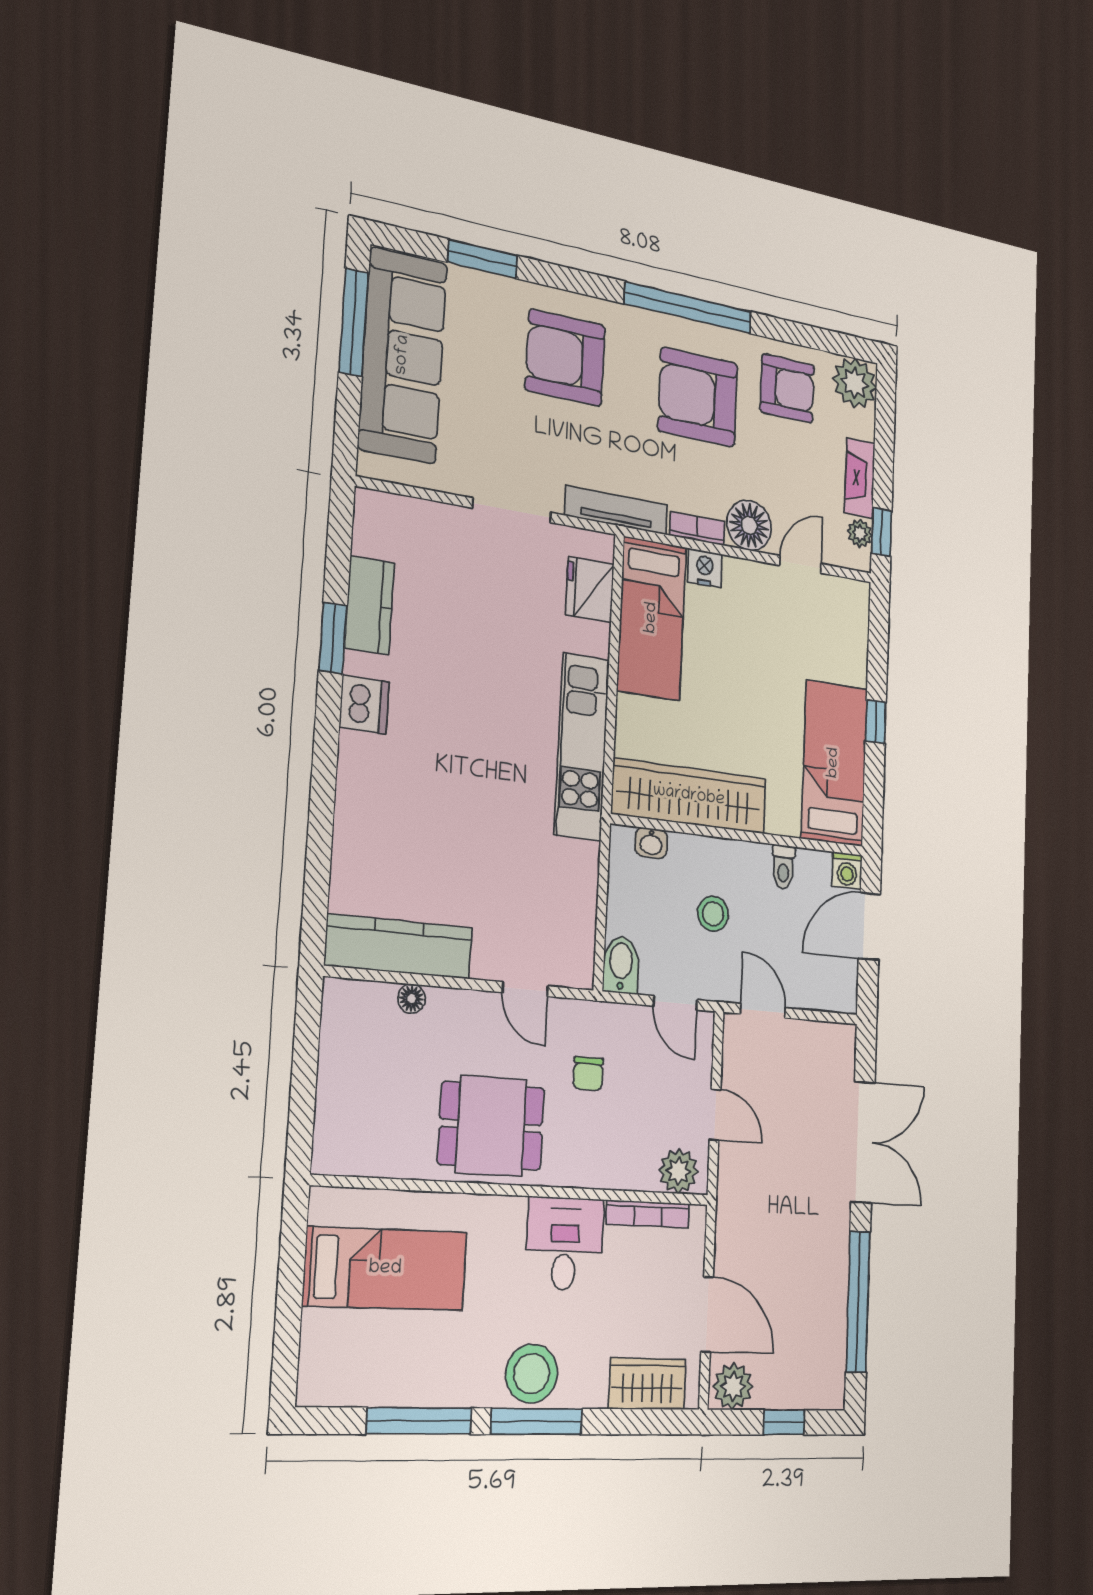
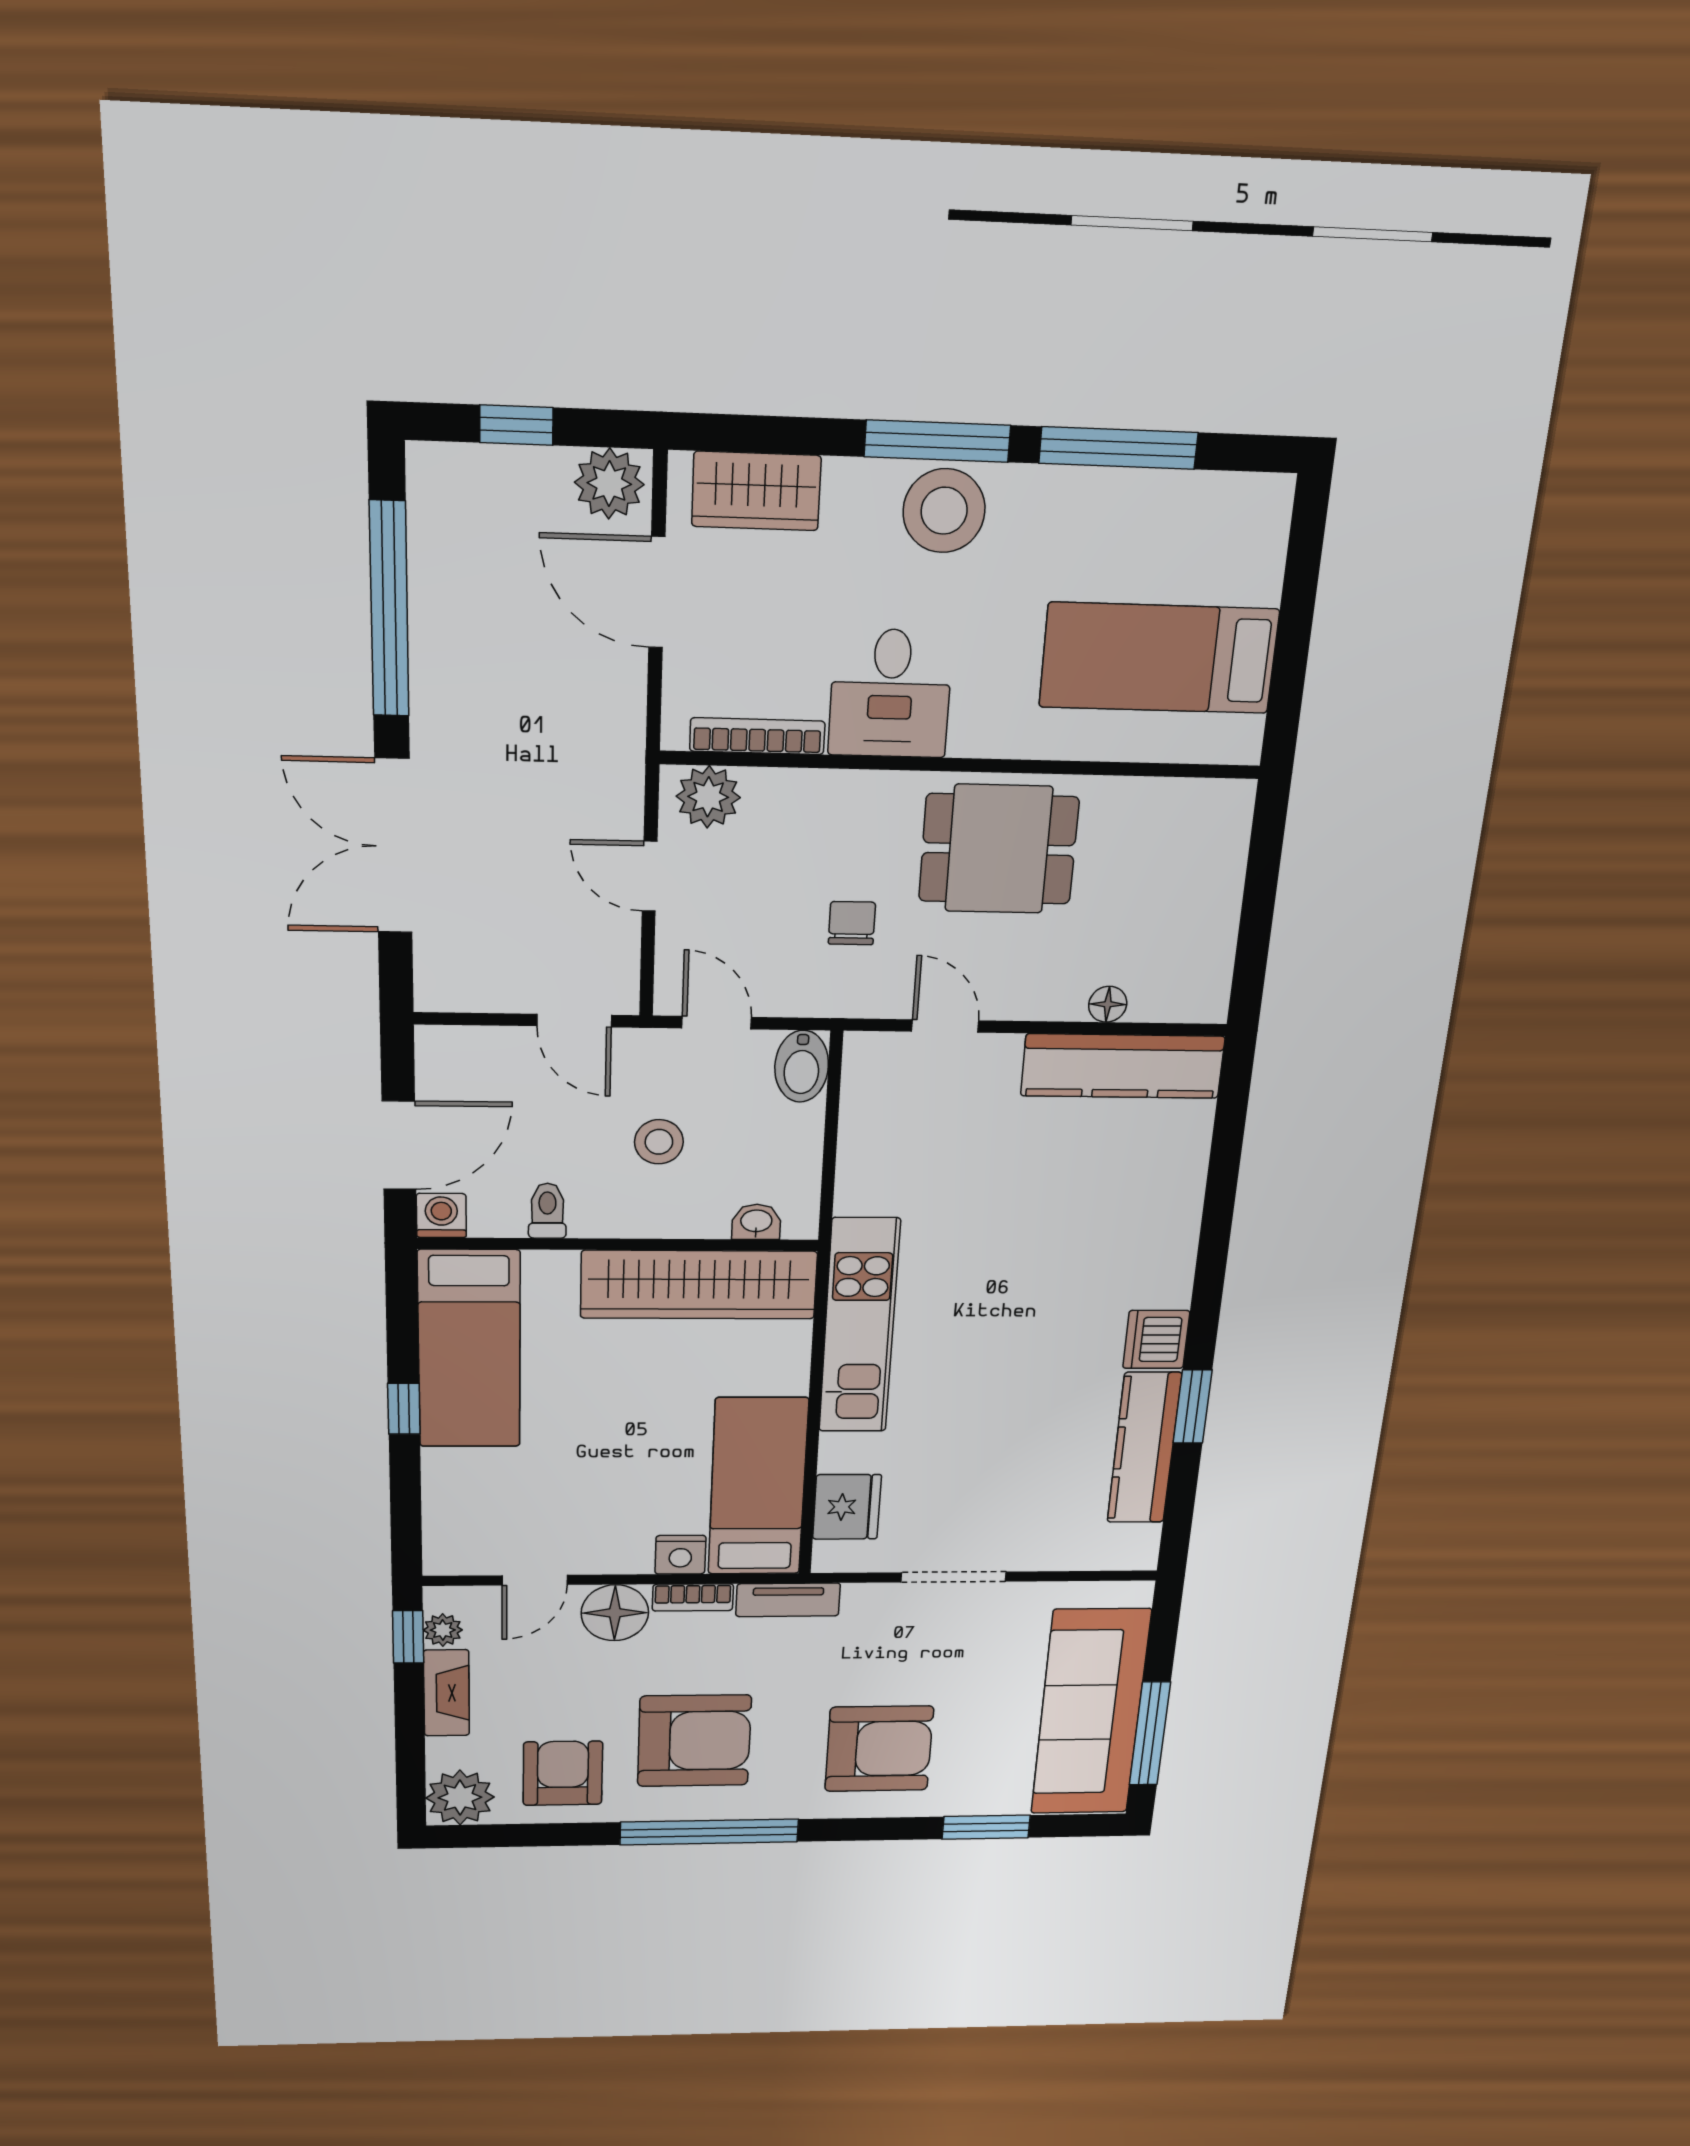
armchair: (787, 388) -> (563, 1773), turned 90
tv unit: (616, 510) -> (788, 1600), width x0.71
kitchen counter: (369, 605) -> (1144, 1448), width x1.50

